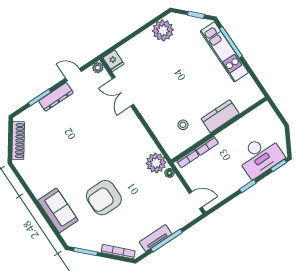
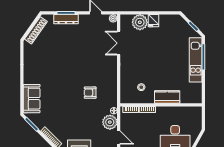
plant: (163, 30) -> (140, 22), moved
fridge: (114, 61) -> (154, 21), moved
dresser: (56, 97) -> (66, 19), moved
plant: (156, 163) -> (110, 122), moved
armchair: (104, 198) -> (90, 93), moved, width x0.53, depth x0.53
sofa: (58, 210) -> (32, 99), moved

